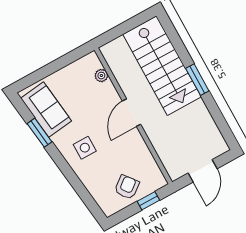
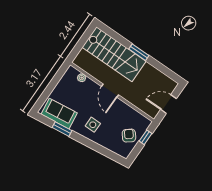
door: (203, 171) -> (168, 104), swing flipped

